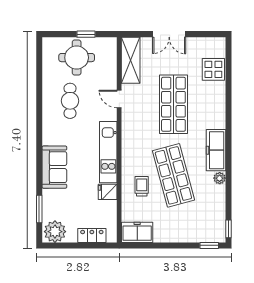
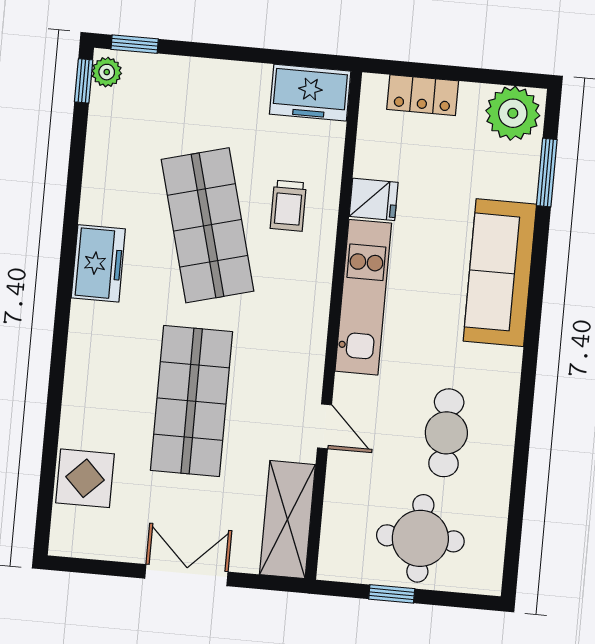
freezer: (216, 150) -> (98, 263), width x0.71
sofa: (54, 167) -> (500, 273), width x1.36
plant: (220, 178) -> (107, 72), moved

